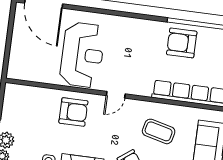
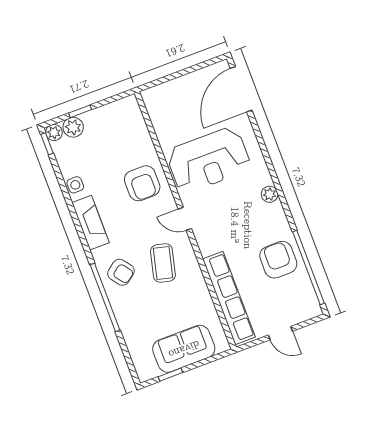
plant: (131, 24) -> (270, 194), added
coffee table: (159, 131) -> (163, 263), moved

